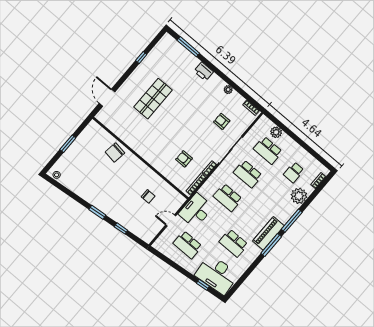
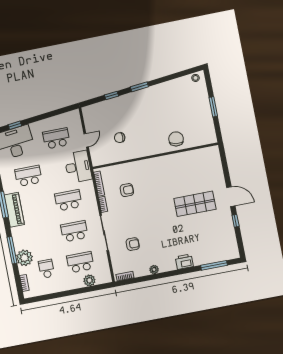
door: (107, 98) -> (231, 197), moved
shop shelf: (153, 99) -> (195, 204), turned 90
window: (292, 221) -> (12, 250), moved

